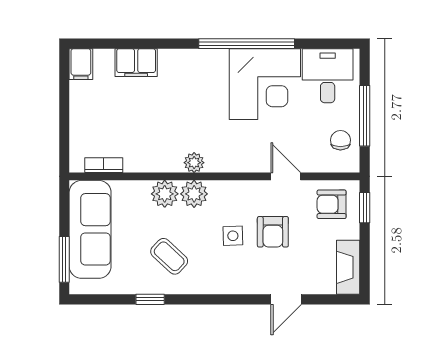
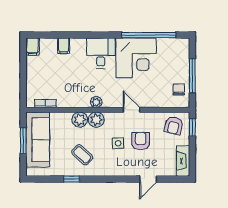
window: (247, 44) -> (149, 35), moved
filing cabinet: (136, 63) -> (64, 46), width x0.50
desk: (328, 76) -> (101, 53), moved
door: (286, 176) -> (131, 110), moved
armchair: (332, 204) -> (174, 126), turned -76
armchair: (273, 232) -> (141, 141), turned 180
window: (64, 259) -> (23, 141), moved

